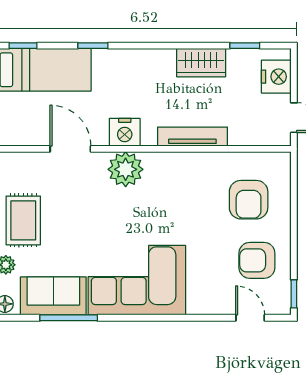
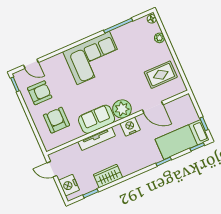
rug: (23, 220) -> (161, 75), moved, turned 90
sofa: (53, 296) -> (97, 119), moved, turned 180

